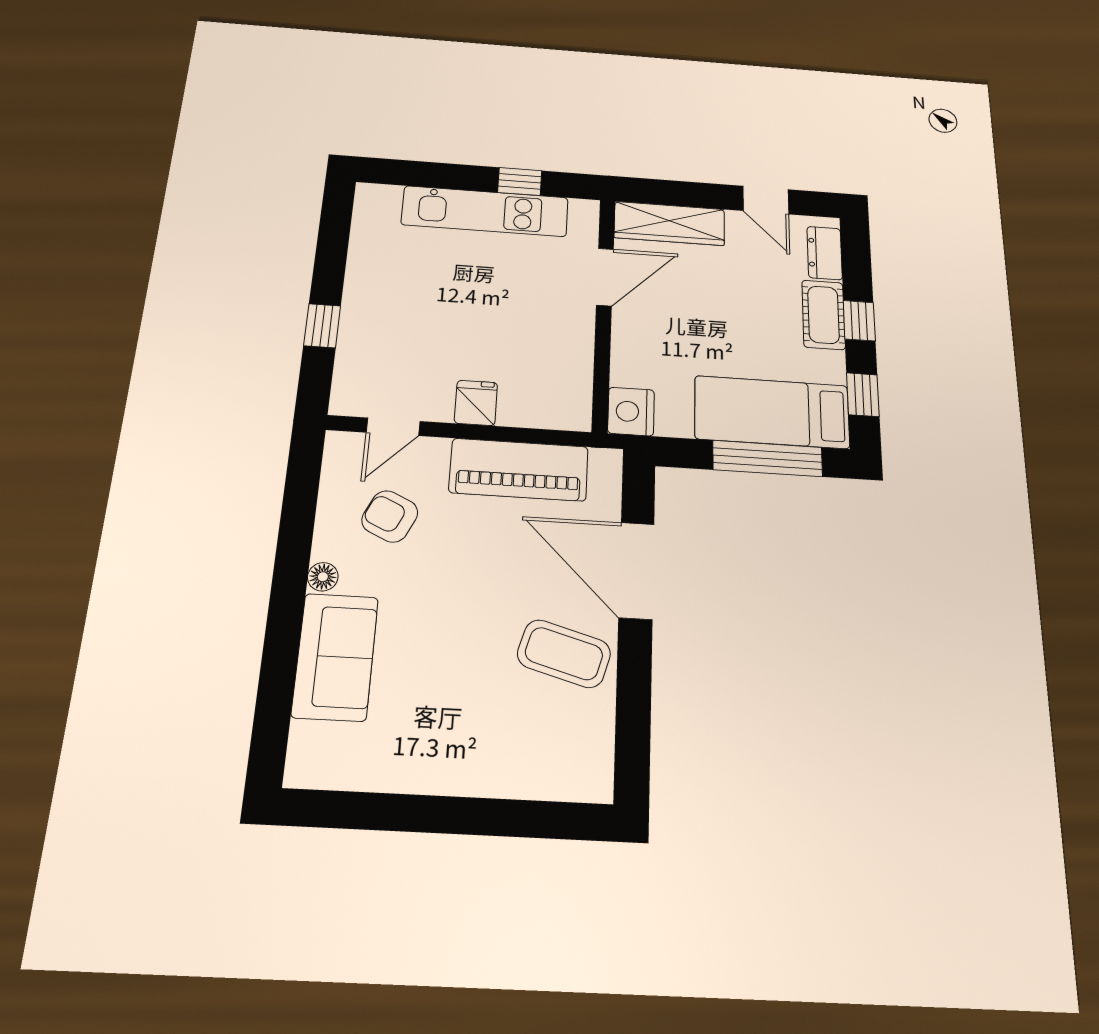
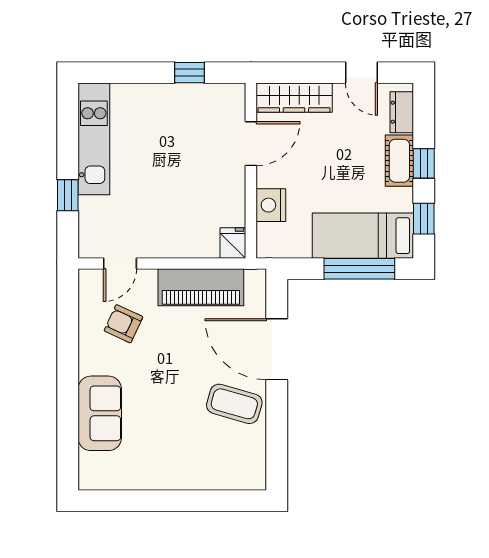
kitchen unit: (485, 211) -> (94, 139), moved, turned -90
fridge: (476, 403) -> (233, 243), moved
nightstand: (631, 411) -> (271, 205), moved
floor lamp: (323, 577) -> (87, 365), removed

